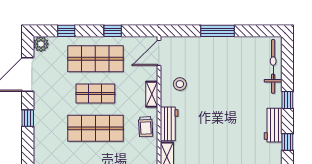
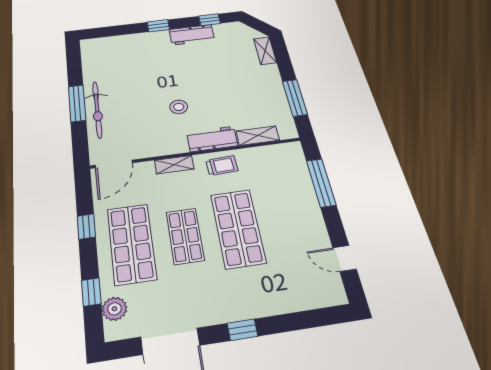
plant: (41, 44) -> (114, 309), moved
door: (159, 53) -> (114, 164), hinge flipped
bicycle: (273, 66) -> (97, 109), moved, turned -90
stool: (180, 84) -> (179, 107), moved

